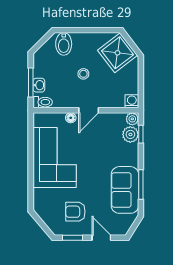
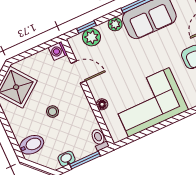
washbasin: (39, 85) -> (66, 159), moved
door: (89, 110) -> (78, 72), moved
plant: (132, 119) -> (115, 24), moved

